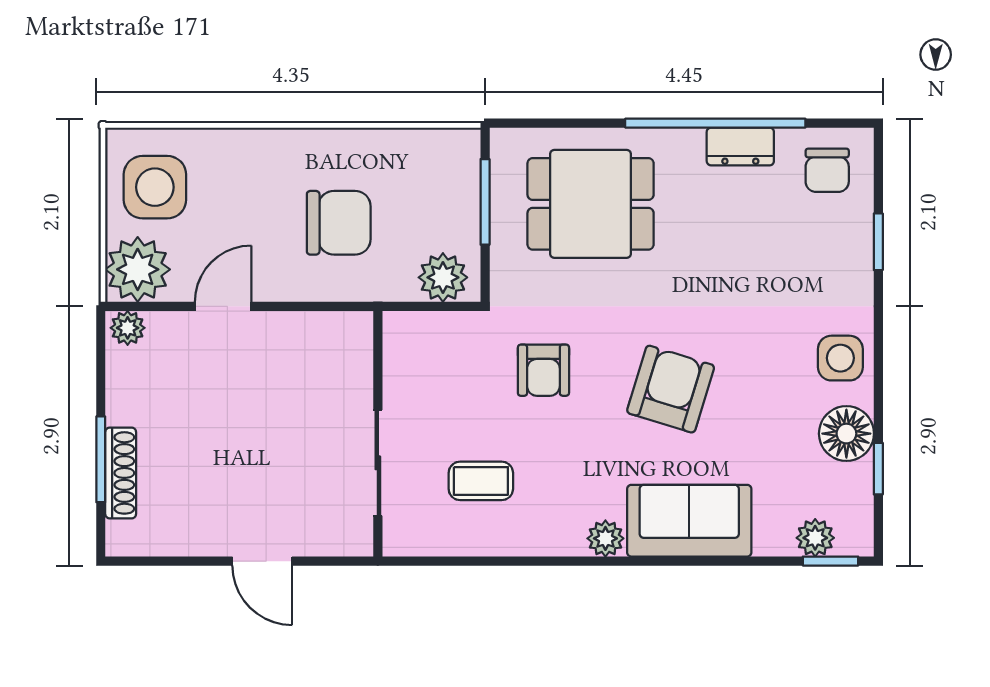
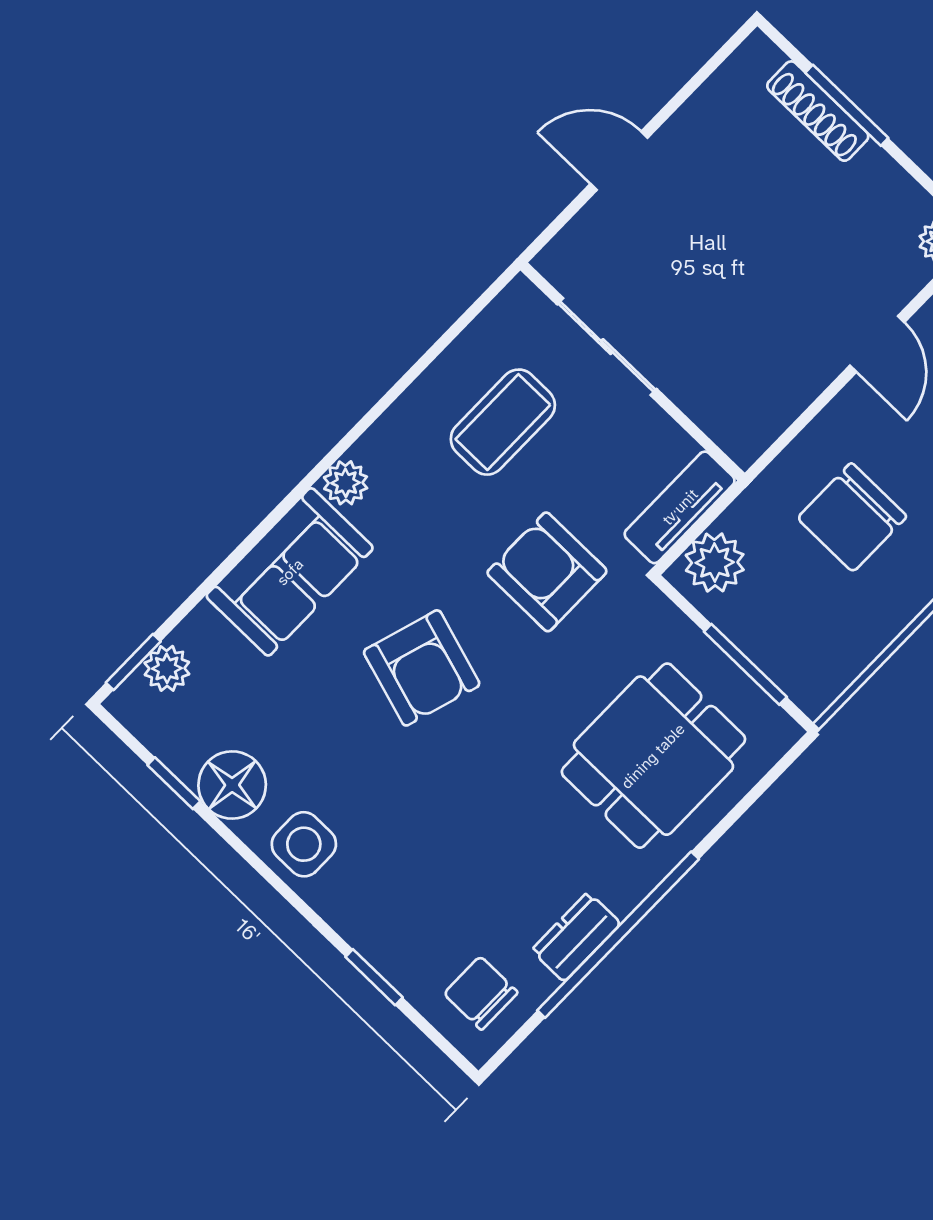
tv unit: (431, 329) -> (680, 507), added
armchair: (543, 370) -> (547, 572), width x1.38, depth x1.38
coffee table: (481, 481) -> (503, 422), width x1.36, depth x1.30

